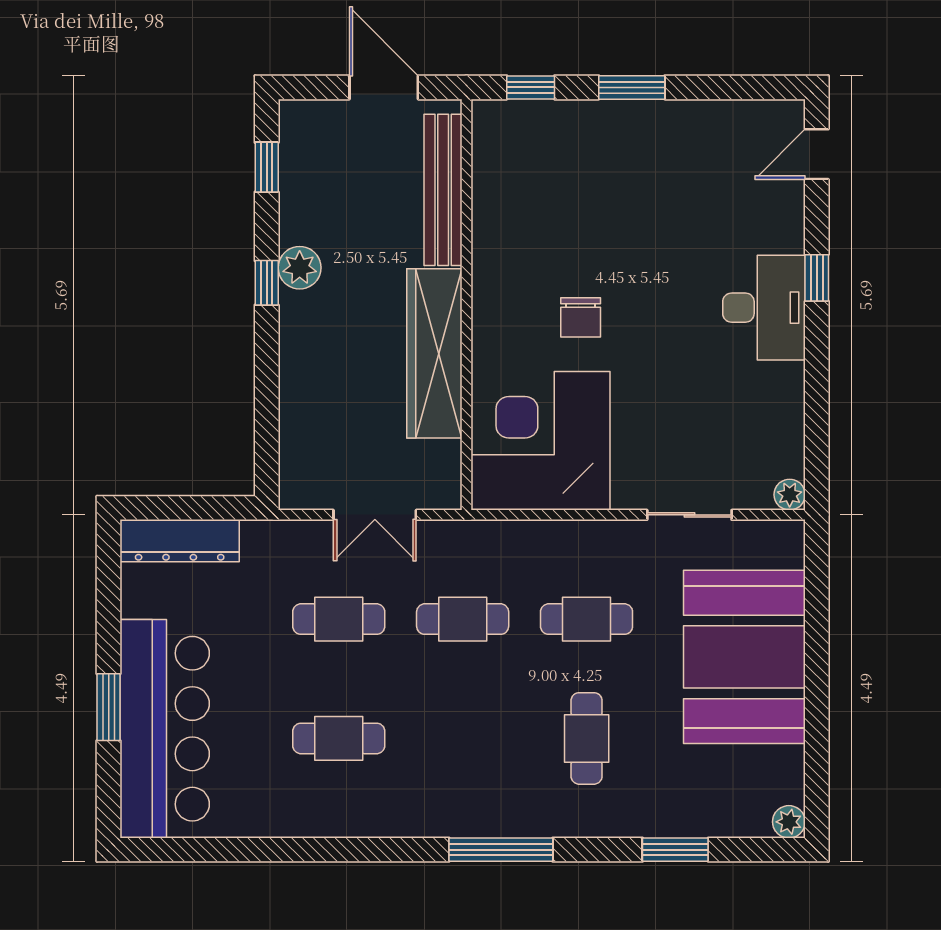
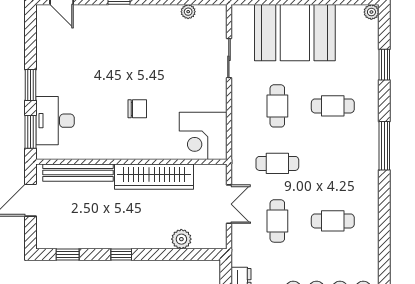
window: (531, 87) -> (31, 132), width x1.50
plant: (300, 268) -> (181, 239), moved
desk: (764, 308) -> (55, 121), moved, turned -90
corner desk: (541, 441) -> (203, 136), width x0.74, depth x0.74
plant: (790, 495) -> (188, 12), moved
cafe table: (463, 619) -> (277, 163), turned 90
cafe table: (339, 738) -> (333, 221), turned 90

